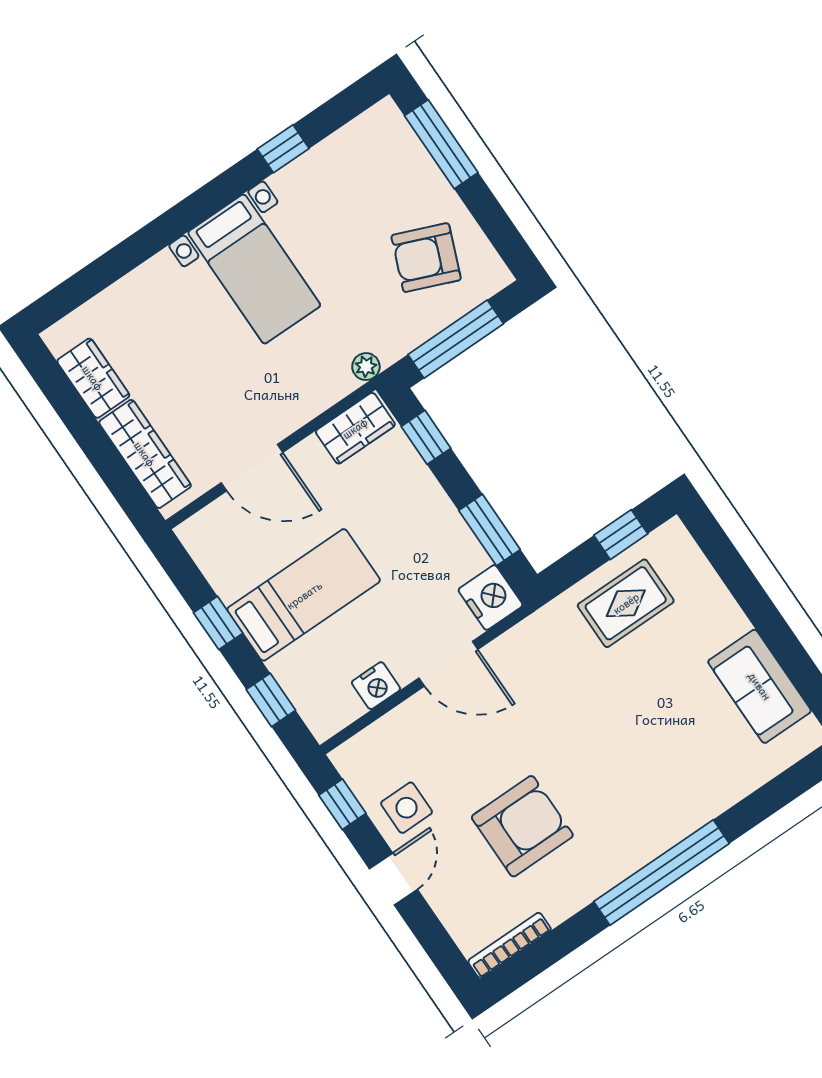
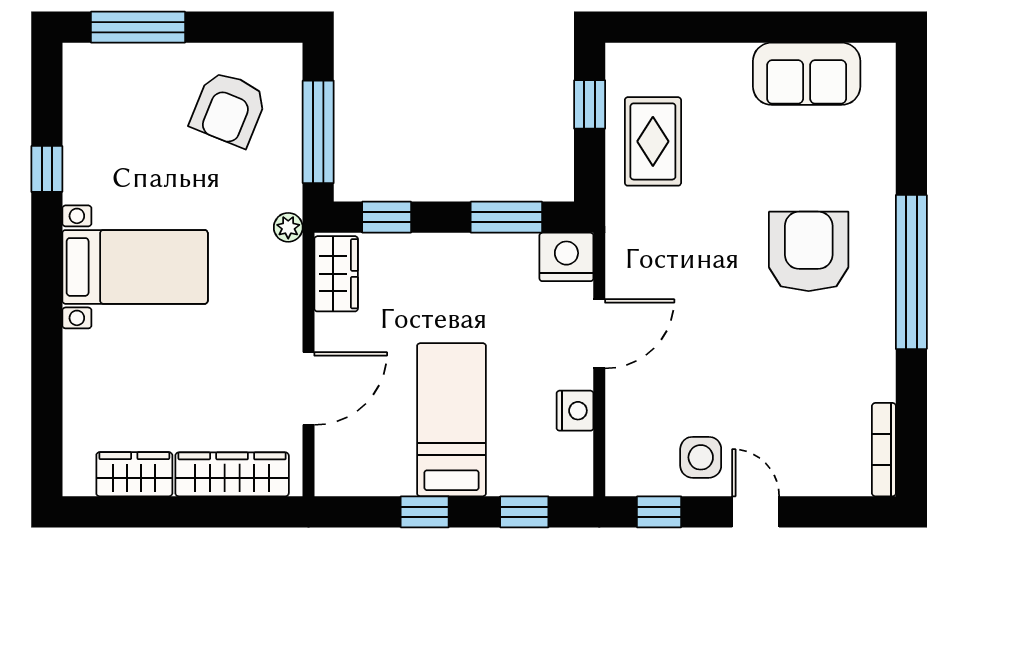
armchair: (522, 826) -> (809, 251), moved

